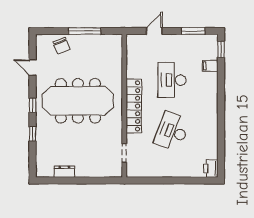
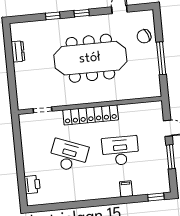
window: (193, 31) -> (171, 157), moved
filing cabinet: (210, 66) -> (126, 189), moved
meeting table: (78, 101) -> (90, 58), turned 90
printer: (211, 169) -> (32, 184), moved, turned 90

